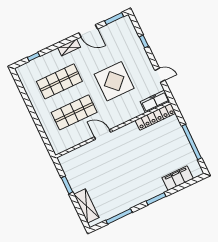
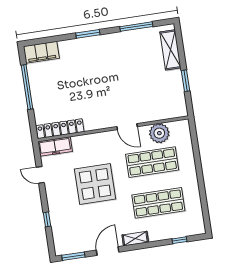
door: (88, 31) -> (108, 251), hinge flipped
plant: (75, 137) -> (159, 133), added
filing cabinet: (178, 178) -> (41, 52), moved

